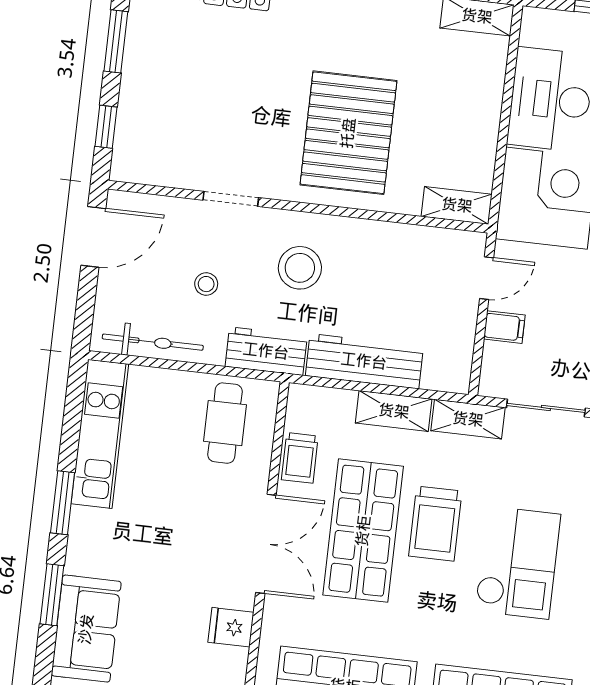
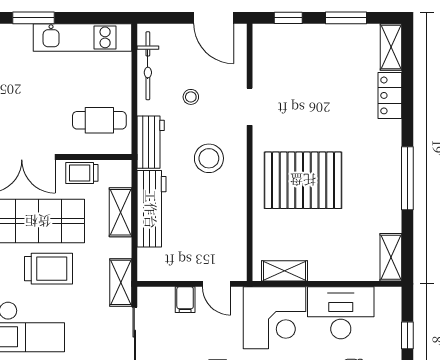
shelving: (457, 205) -> (285, 271), moved, turned 90
shelving: (394, 411) -> (120, 212), moved
trolley: (435, 524) -> (48, 269), turned 180

